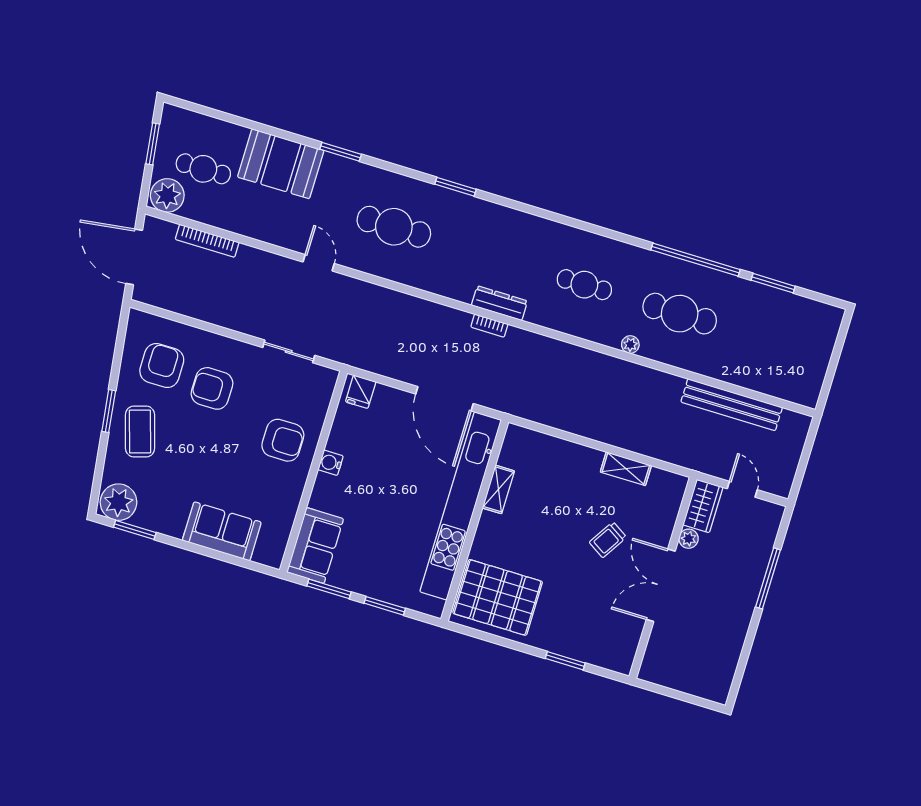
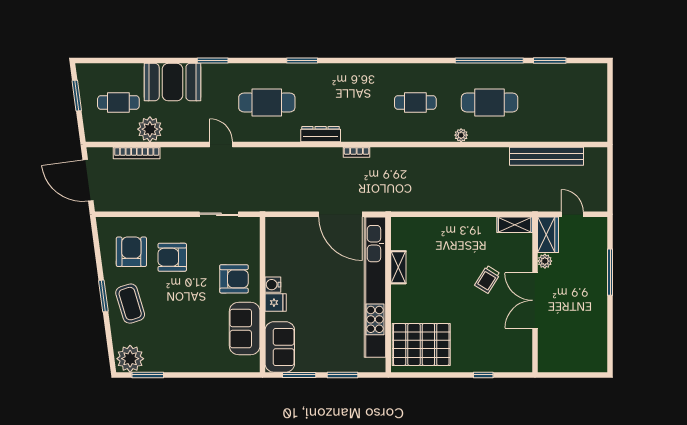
plant: (167, 195) -> (150, 129), moved
dresser: (499, 303) -> (321, 134), moved
fridge: (361, 392) -> (276, 303), moved, turned -90
shelving: (626, 469) -> (515, 225), moved
sofa: (222, 531) -> (245, 329), moved, turned -90
window: (565, 661) -> (483, 375), width x0.67

